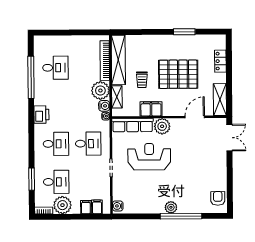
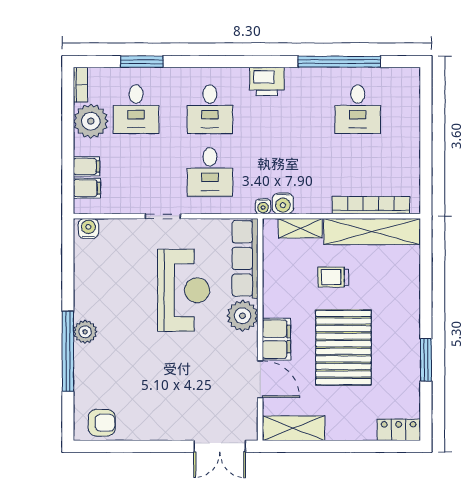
locker: (220, 61) -> (399, 430), moved
plant: (100, 91) -> (313, 196), removed
filing cabinet: (151, 109) -> (276, 339), moved

